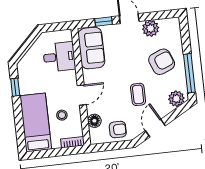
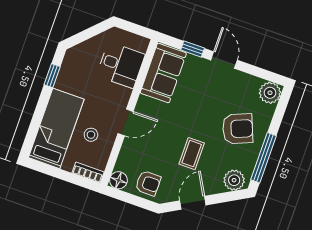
plant: (151, 28) -> (270, 93), moved
floor lamp: (94, 121) -> (118, 180), moved

